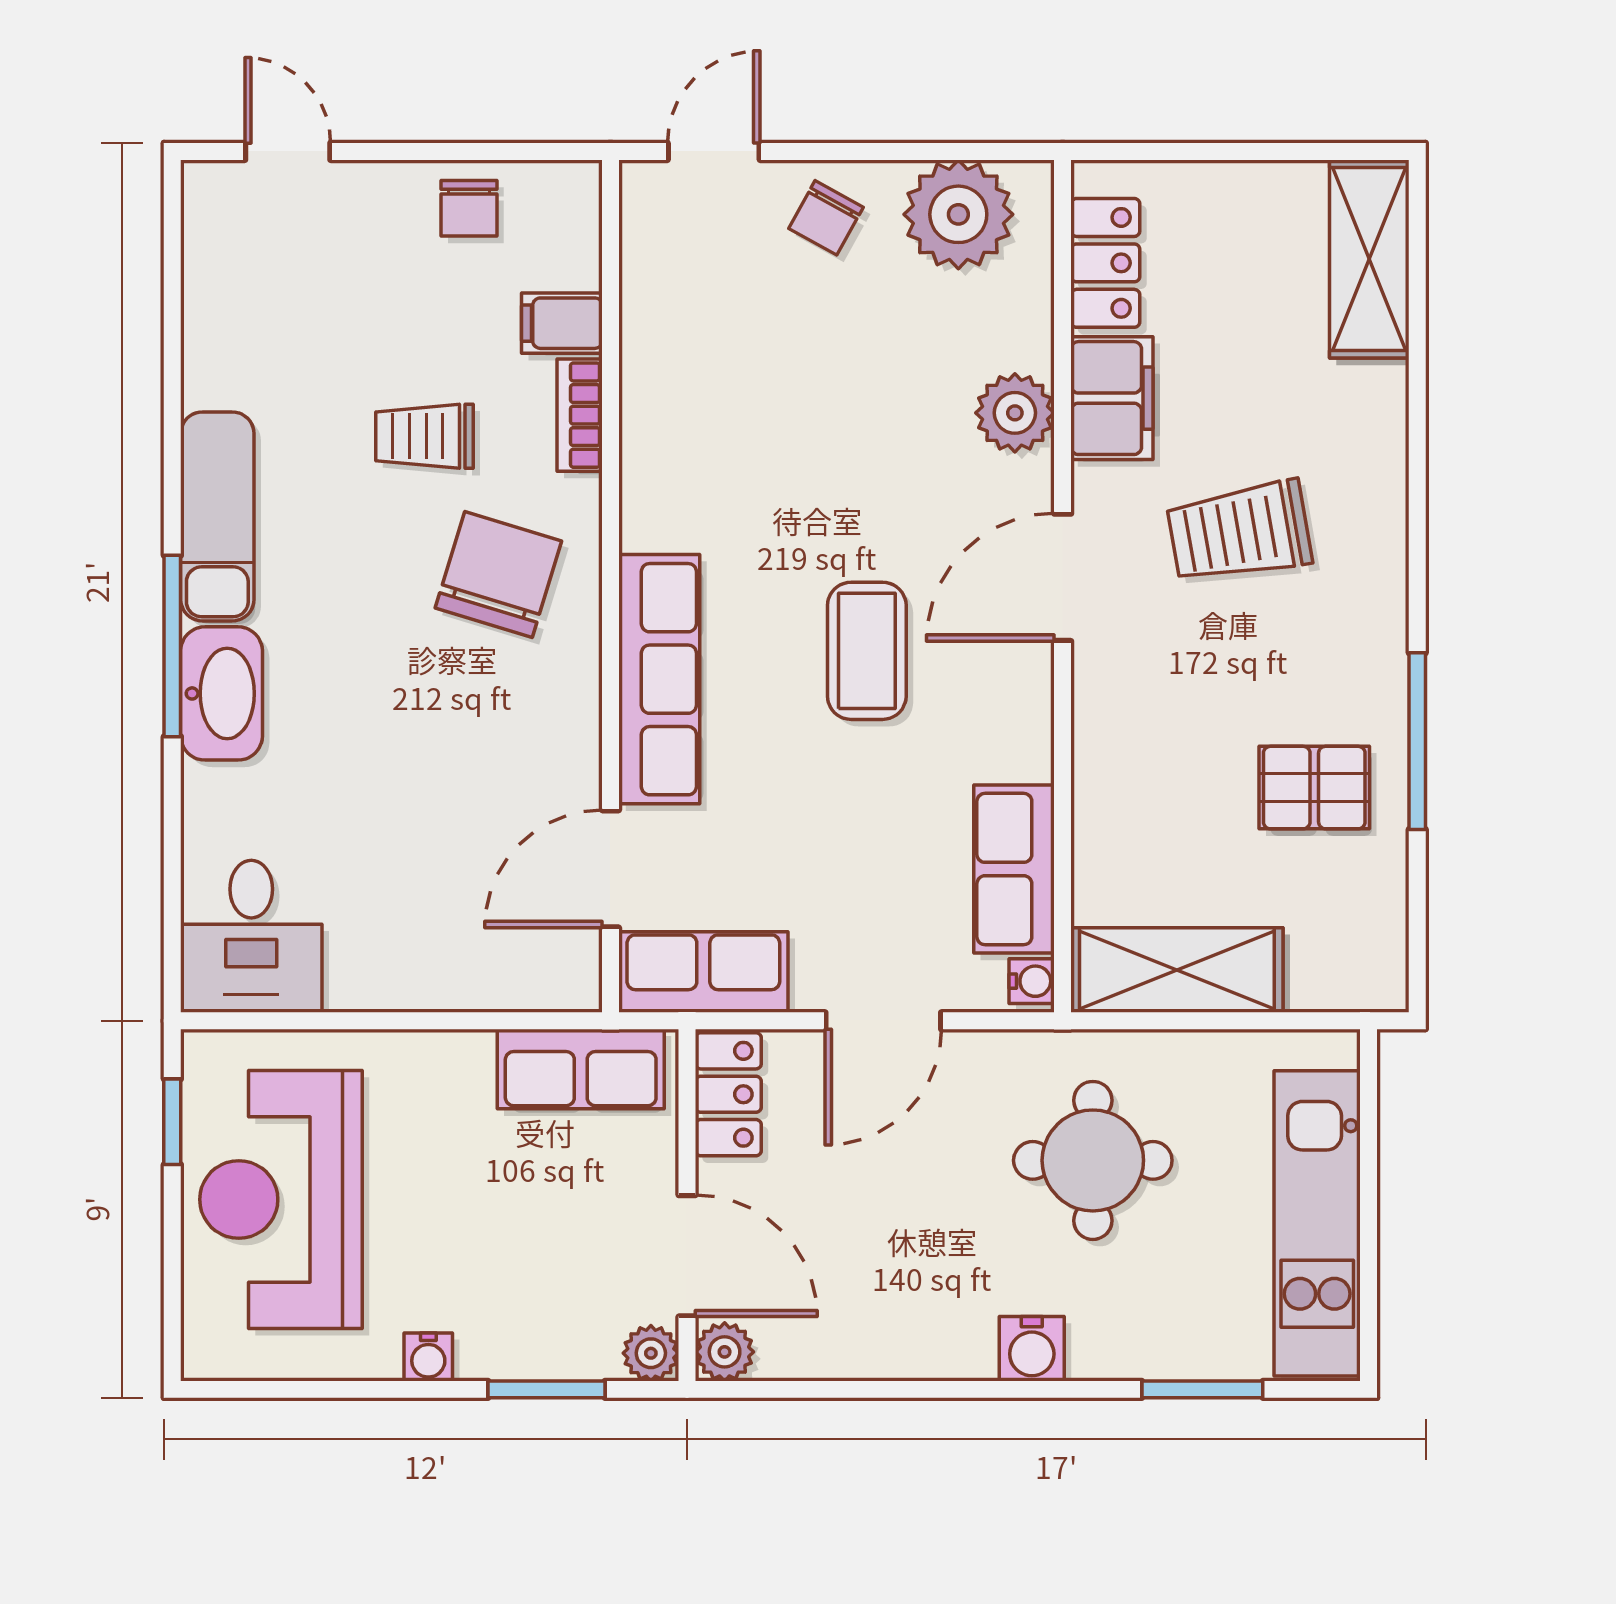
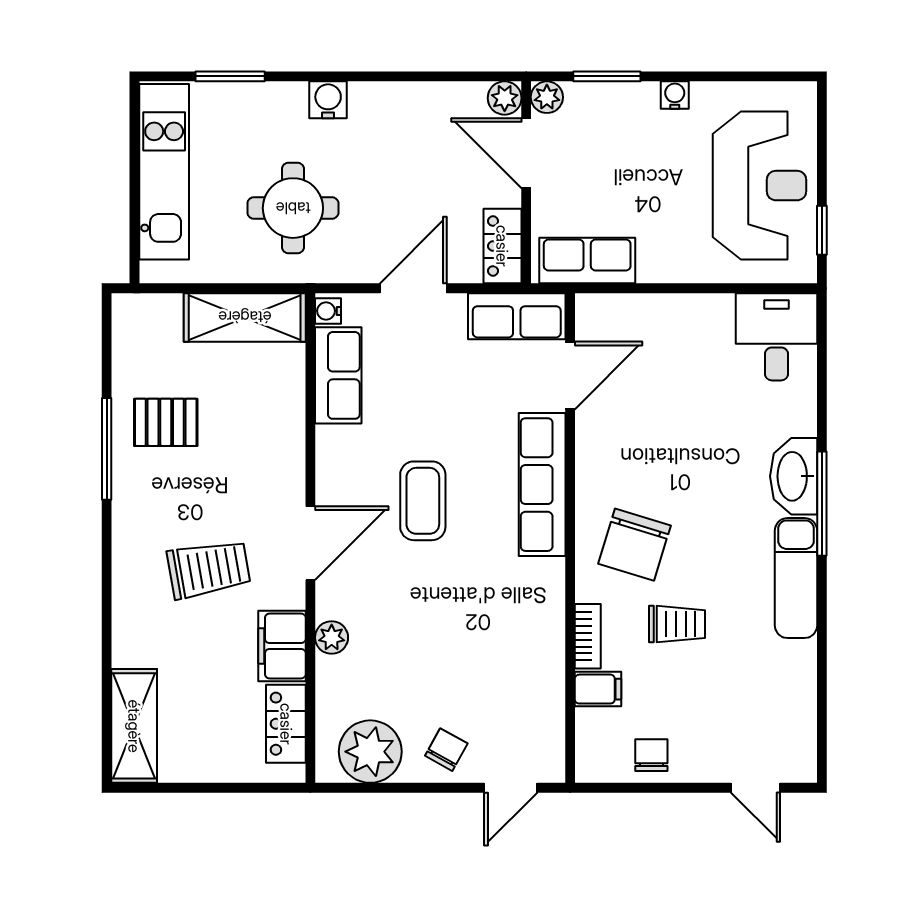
plant: (1015, 413) -> (332, 638), width x0.73, depth x0.73

